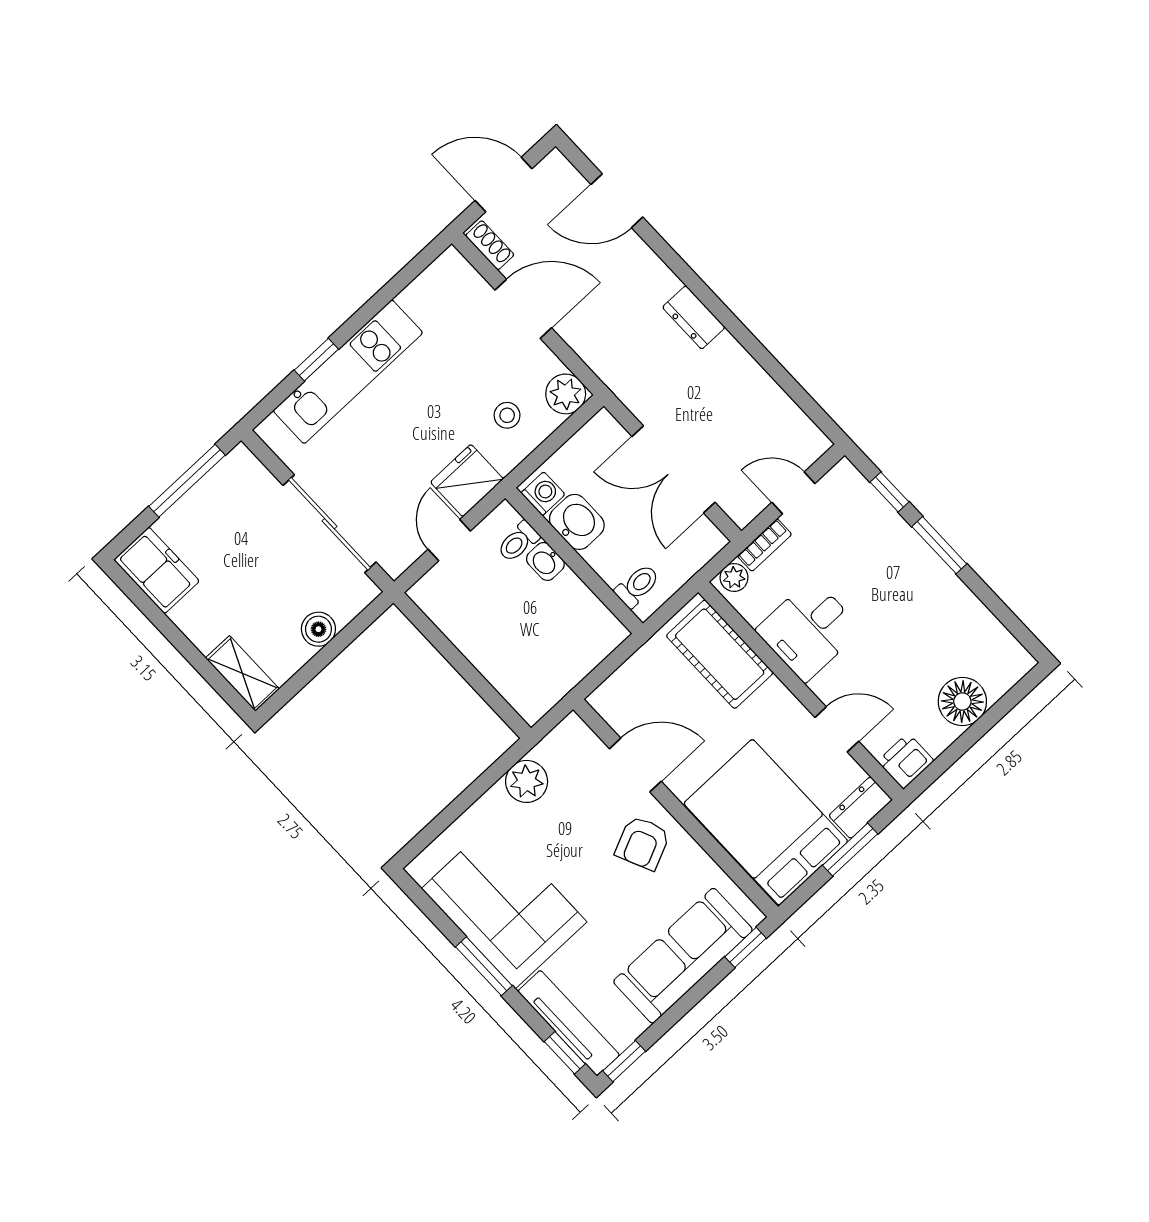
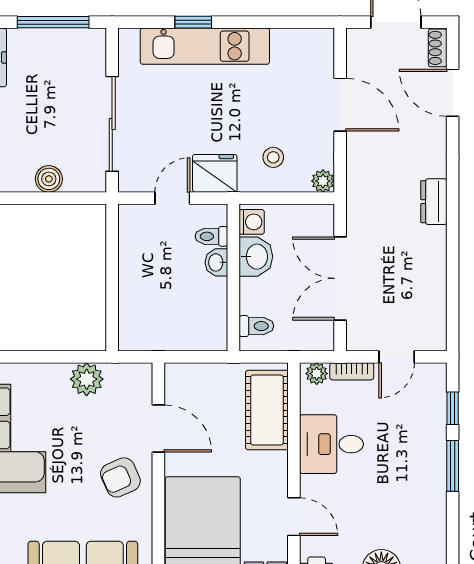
shoe rack: (490, 245) -> (438, 48), moved, turned 180
plant: (566, 394) -> (323, 181), width x0.73, depth x0.73
door: (793, 493) -> (397, 357), swing flipped

